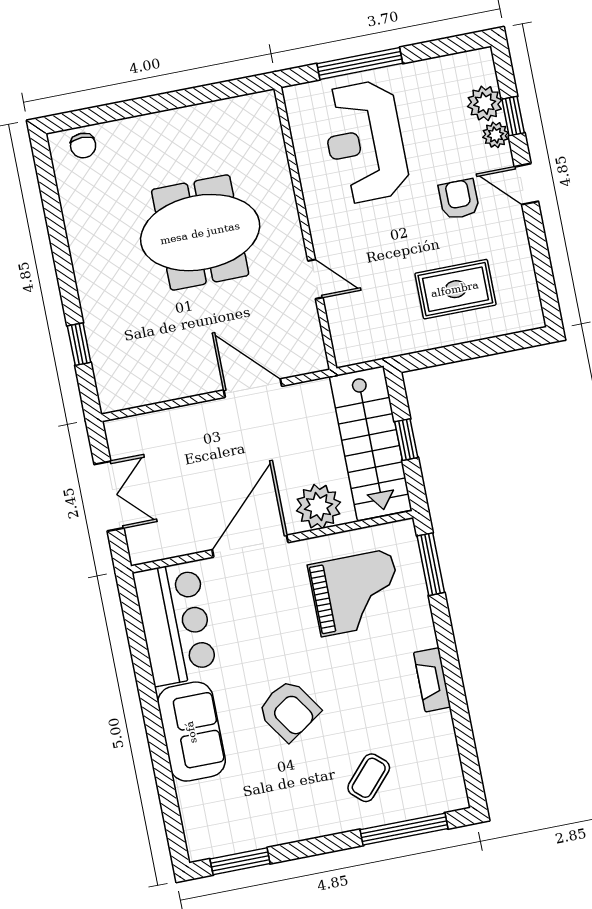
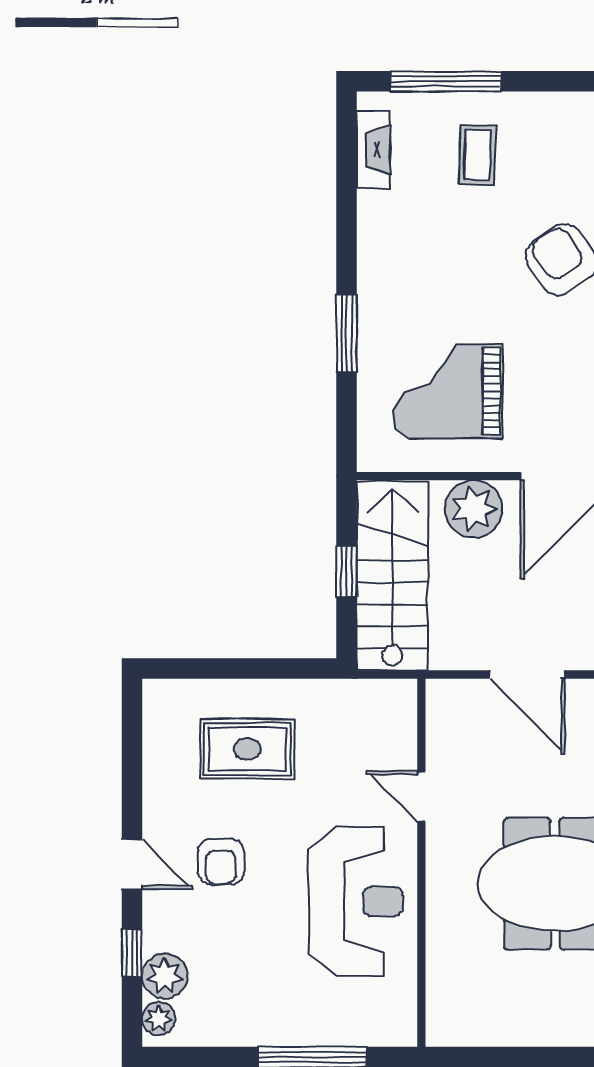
plant: (495, 135) -> (159, 1019), moved
reception desk: (365, 142) -> (355, 901), moved
window: (431, 564) -> (347, 333), moved
fireplace: (432, 680) -> (373, 149), moved
coffee table: (369, 778) -> (477, 155), turned -40

